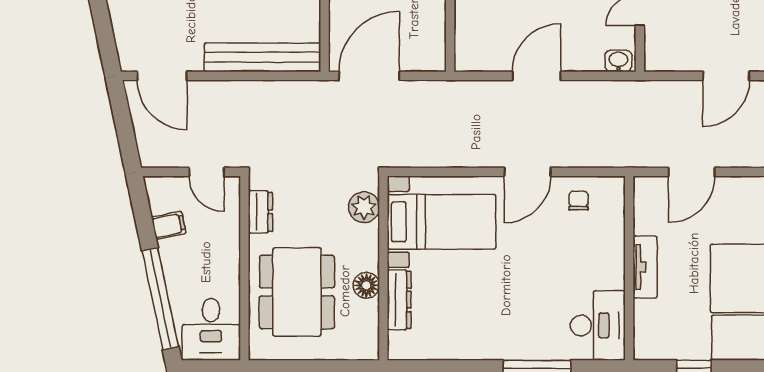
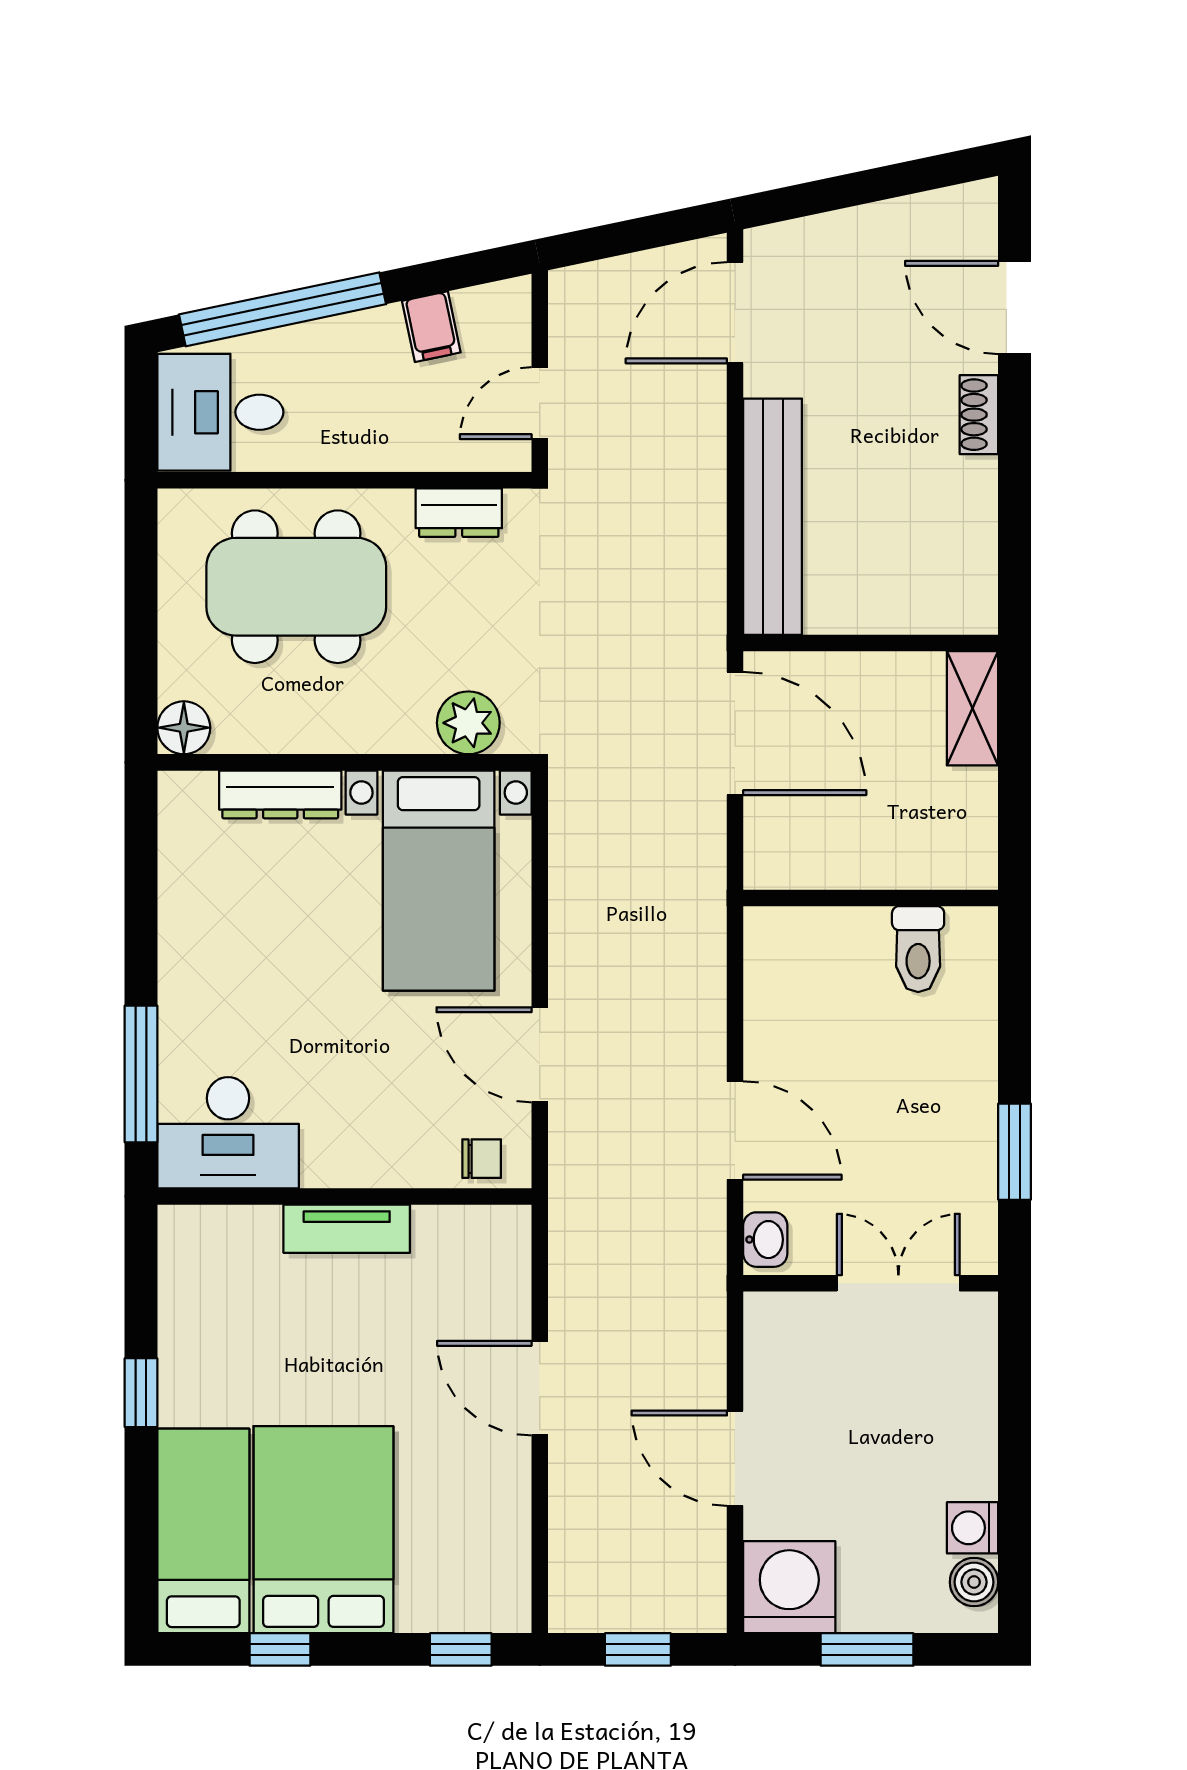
door: (537, 76) -> (735, 1130), moved
tv unit: (645, 267) -> (347, 1229), moved
wall: (629, 268) -> (344, 1196), moved
floor lamp: (366, 285) -> (184, 728), moved
desk: (598, 325) -> (228, 1133), moved

